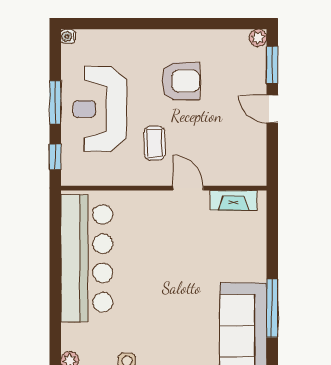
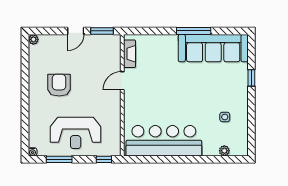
window: (272, 65) -> (102, 31), moved
window: (55, 102) -> (59, 159), moved
coffee table: (155, 143) -> (96, 101), removed

